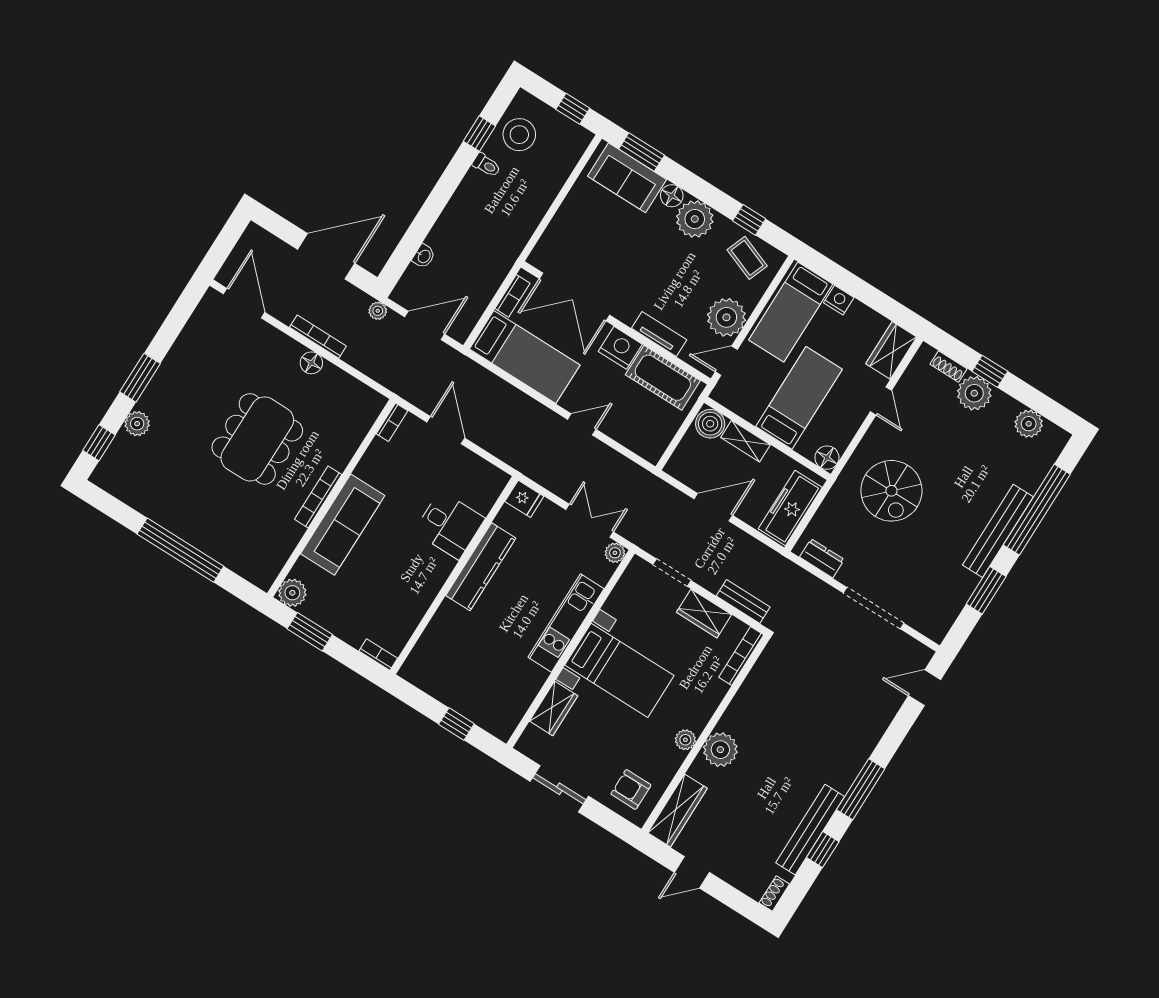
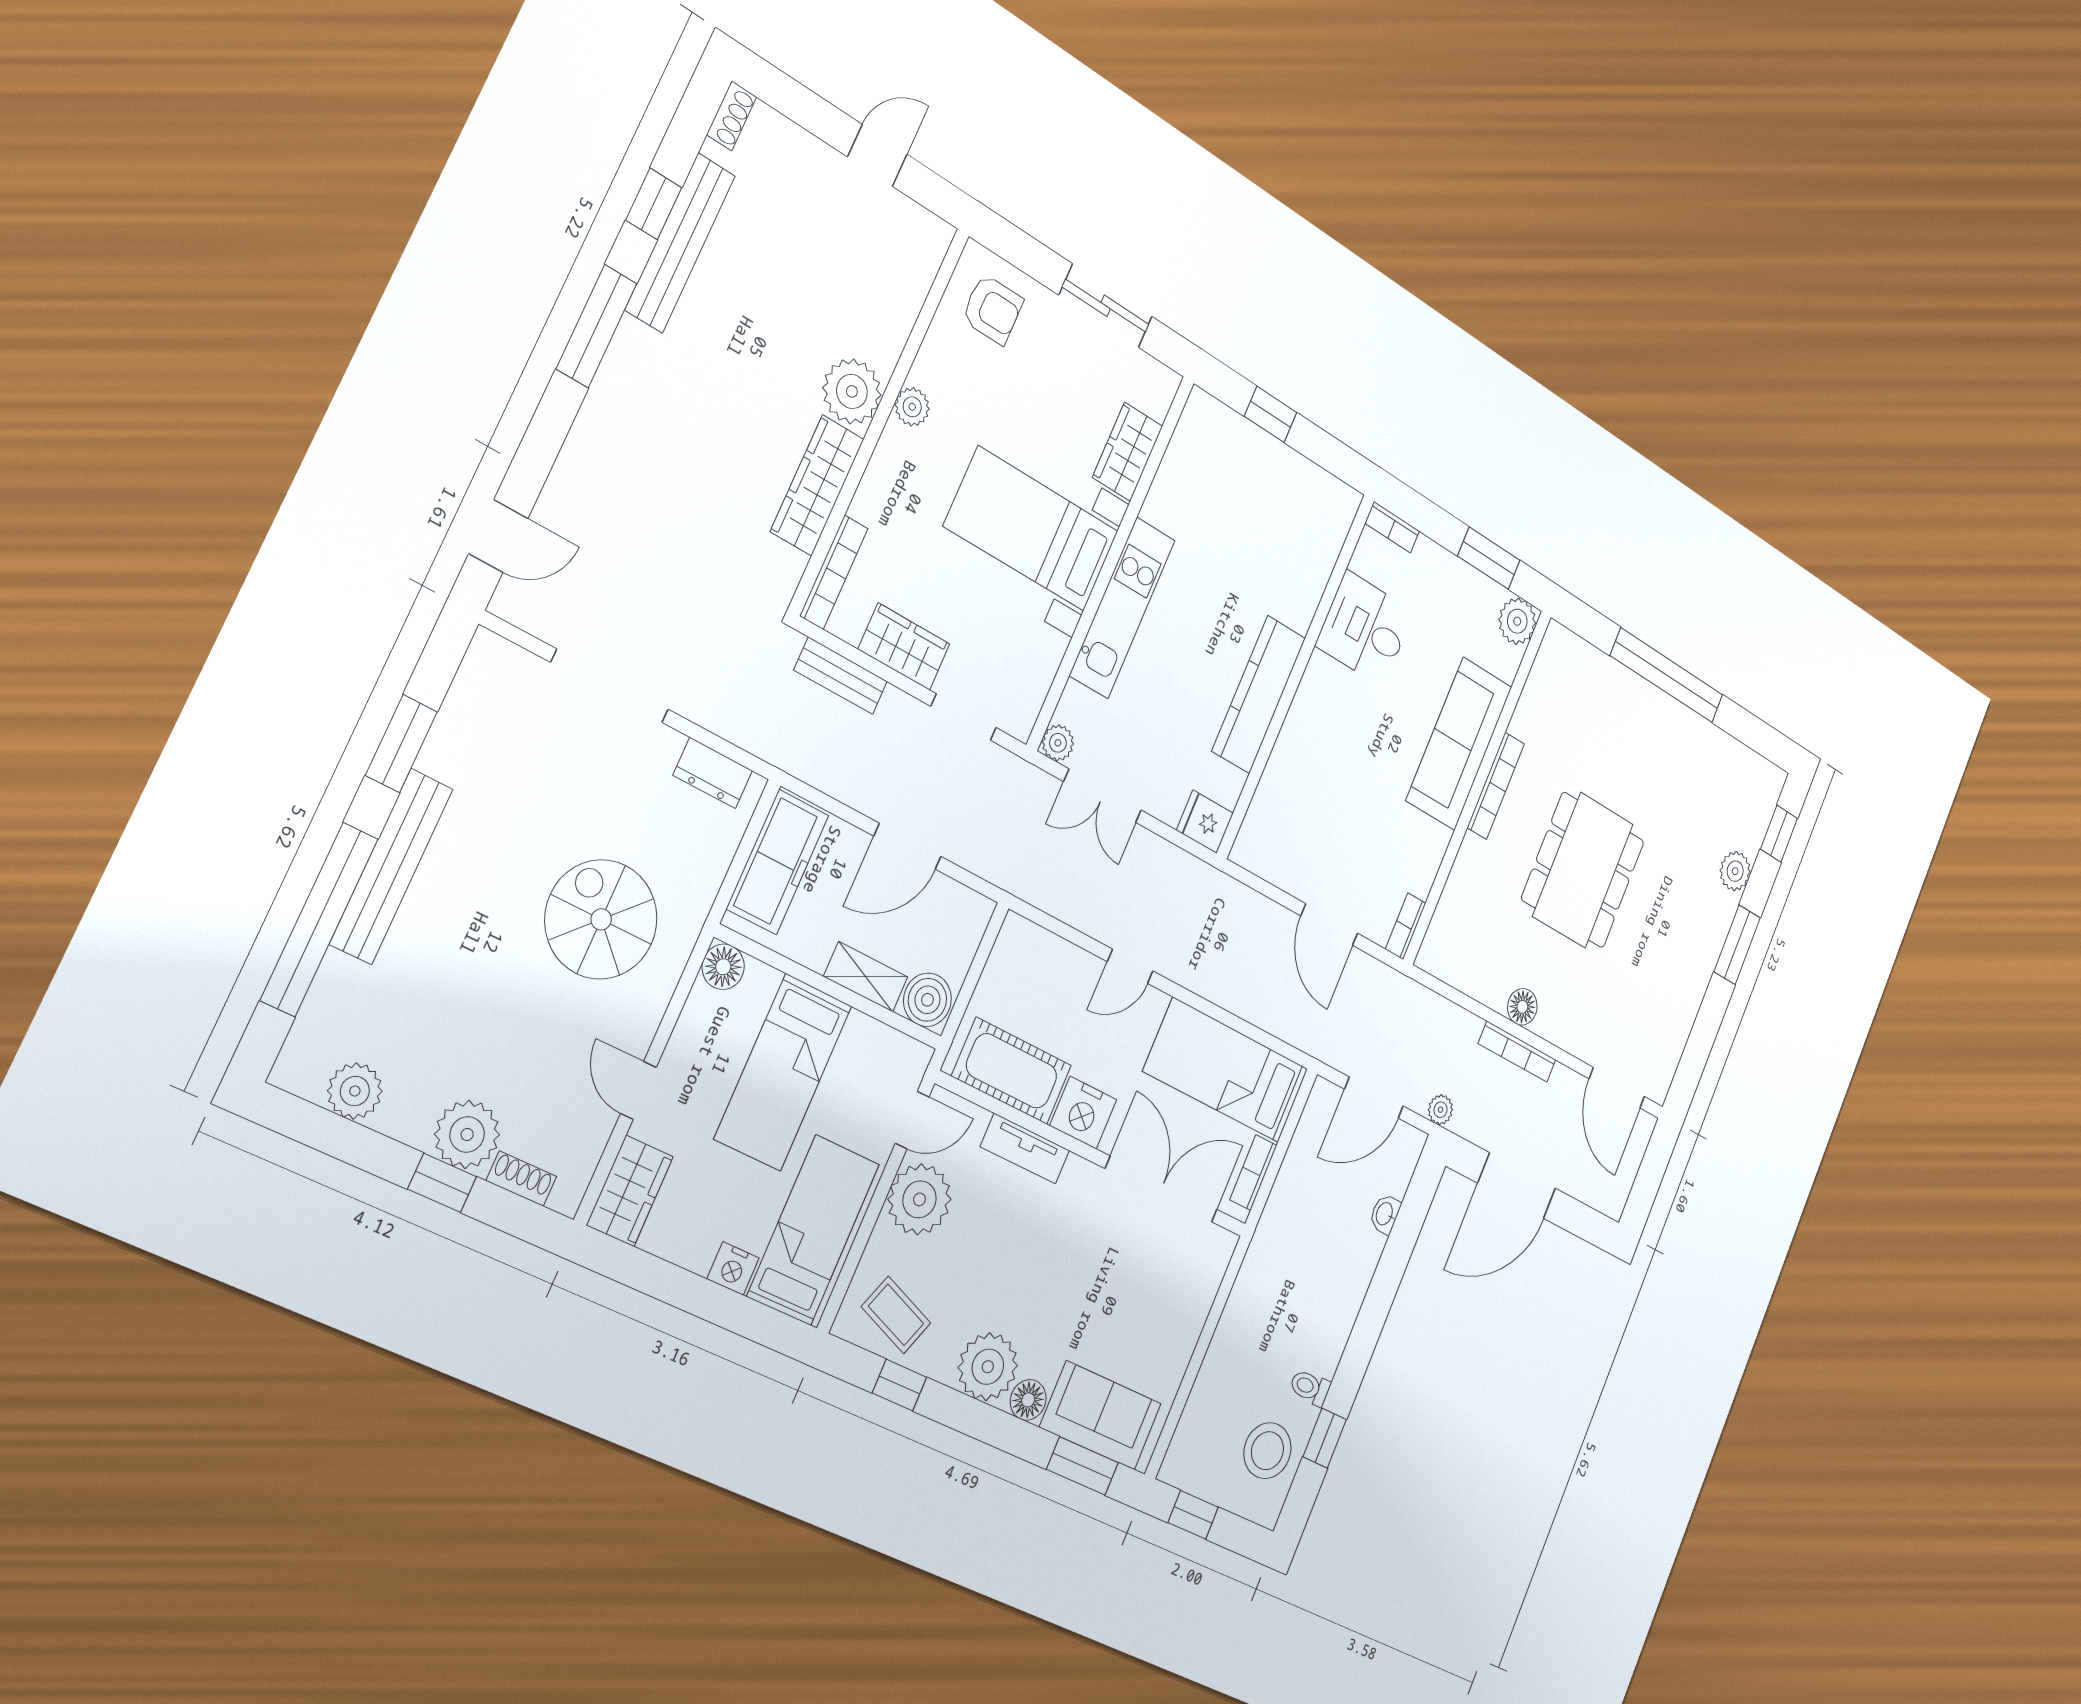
desk: (449, 525) -> (1365, 629), moved
wardrobe: (677, 811) -> (817, 485), moved

